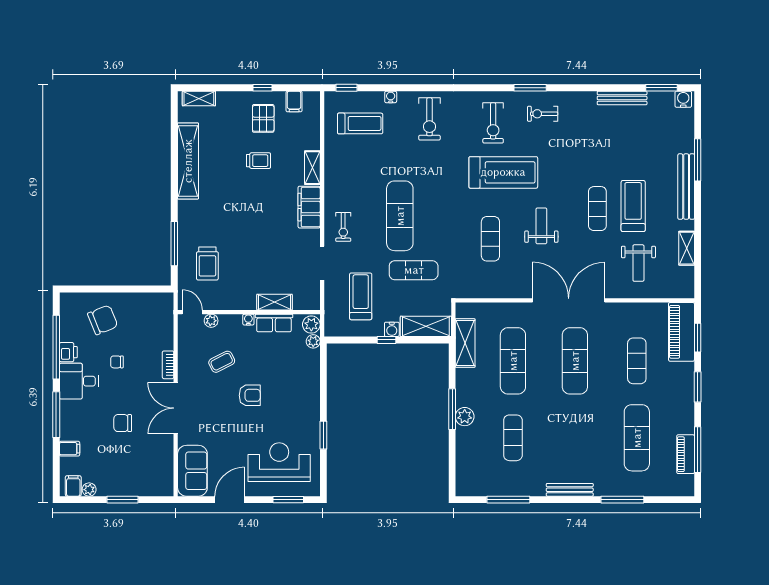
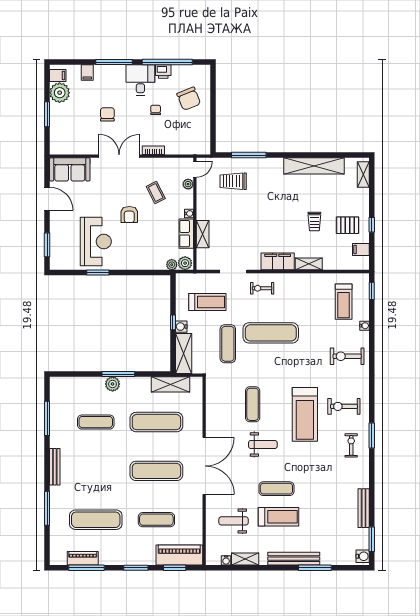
exercise mat: (490, 239) -> (253, 404), turned 90
water cooler: (688, 273) -> (226, 560), added
reception desk: (279, 462) -> (96, 241), moved
plant: (89, 490) -> (60, 93), width x1.87, depth x1.87

